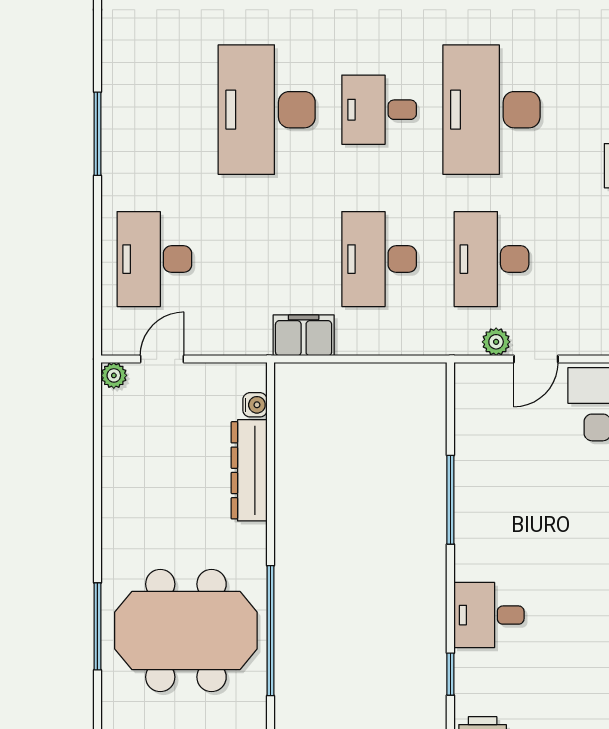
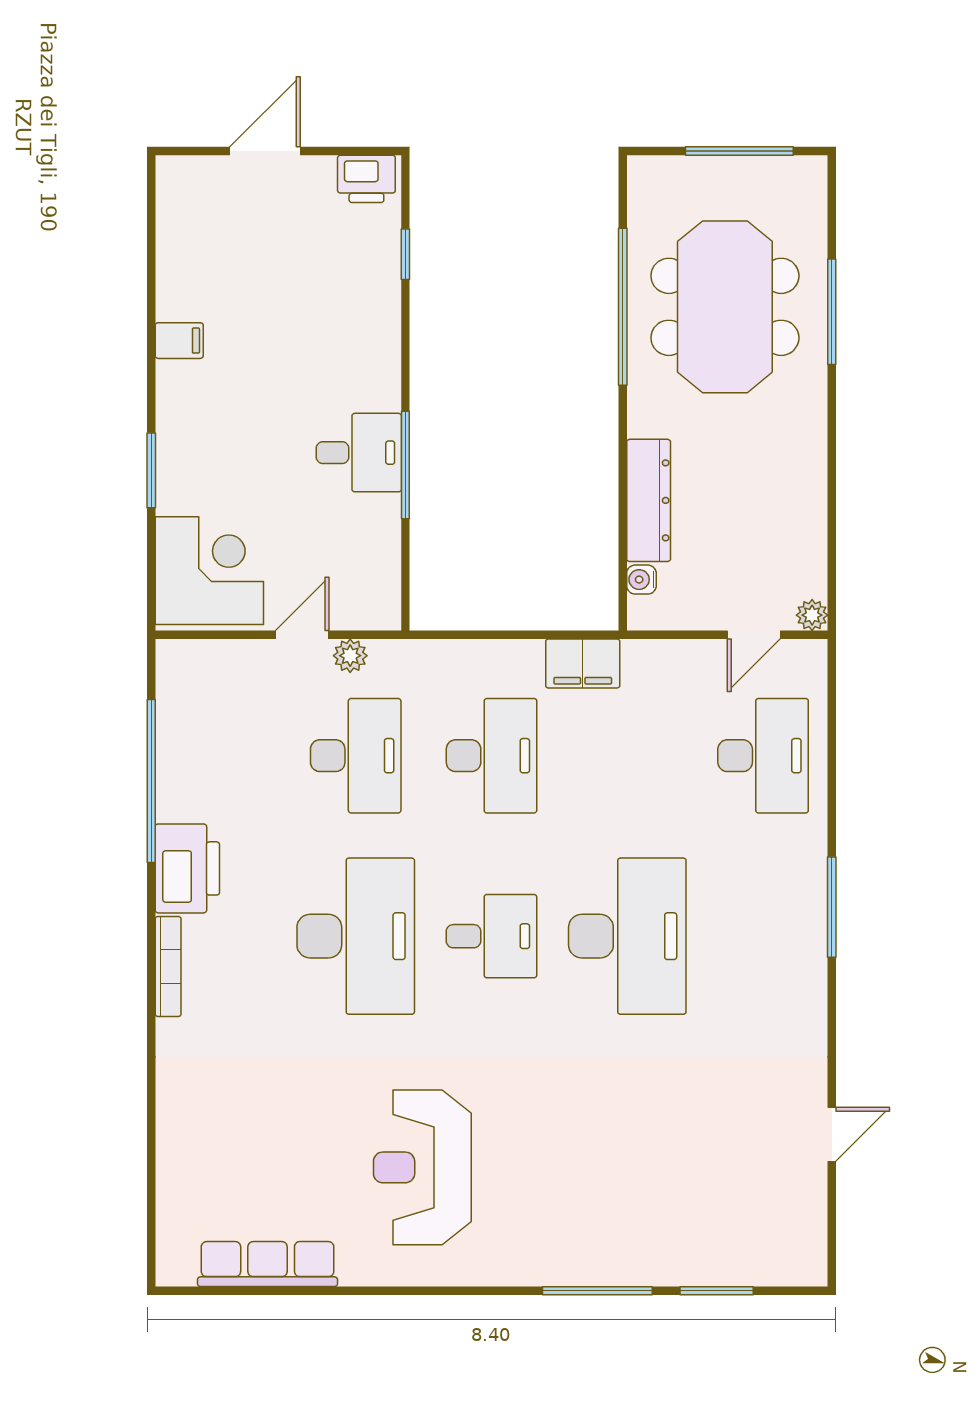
desk: (489, 615) -> (359, 453), moved
meeting table: (186, 631) -> (725, 307), turned 90

